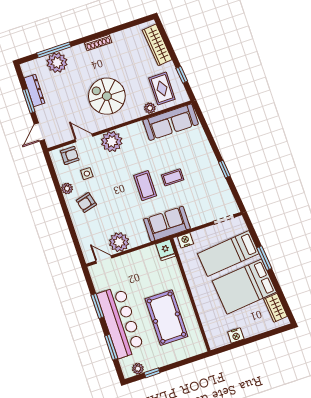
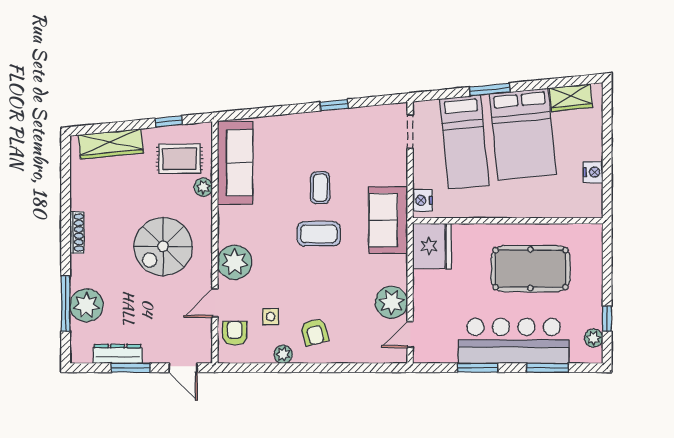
fridge: (166, 250) -> (432, 246), width x1.88, depth x1.34

